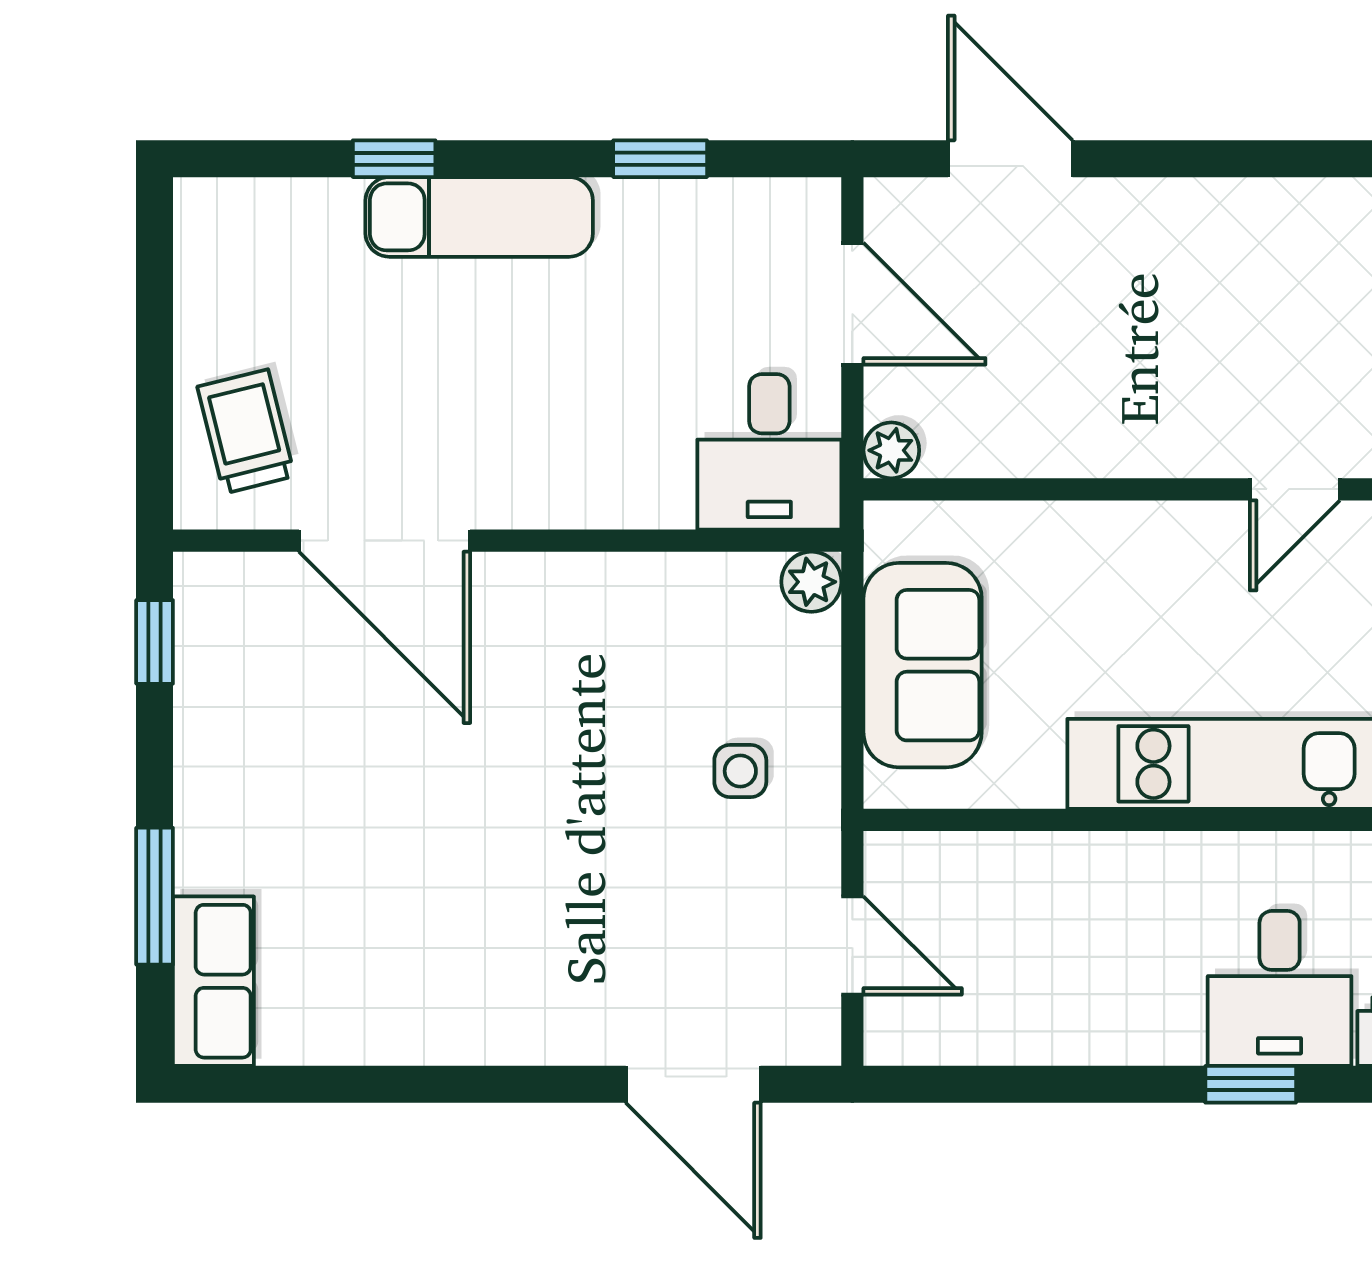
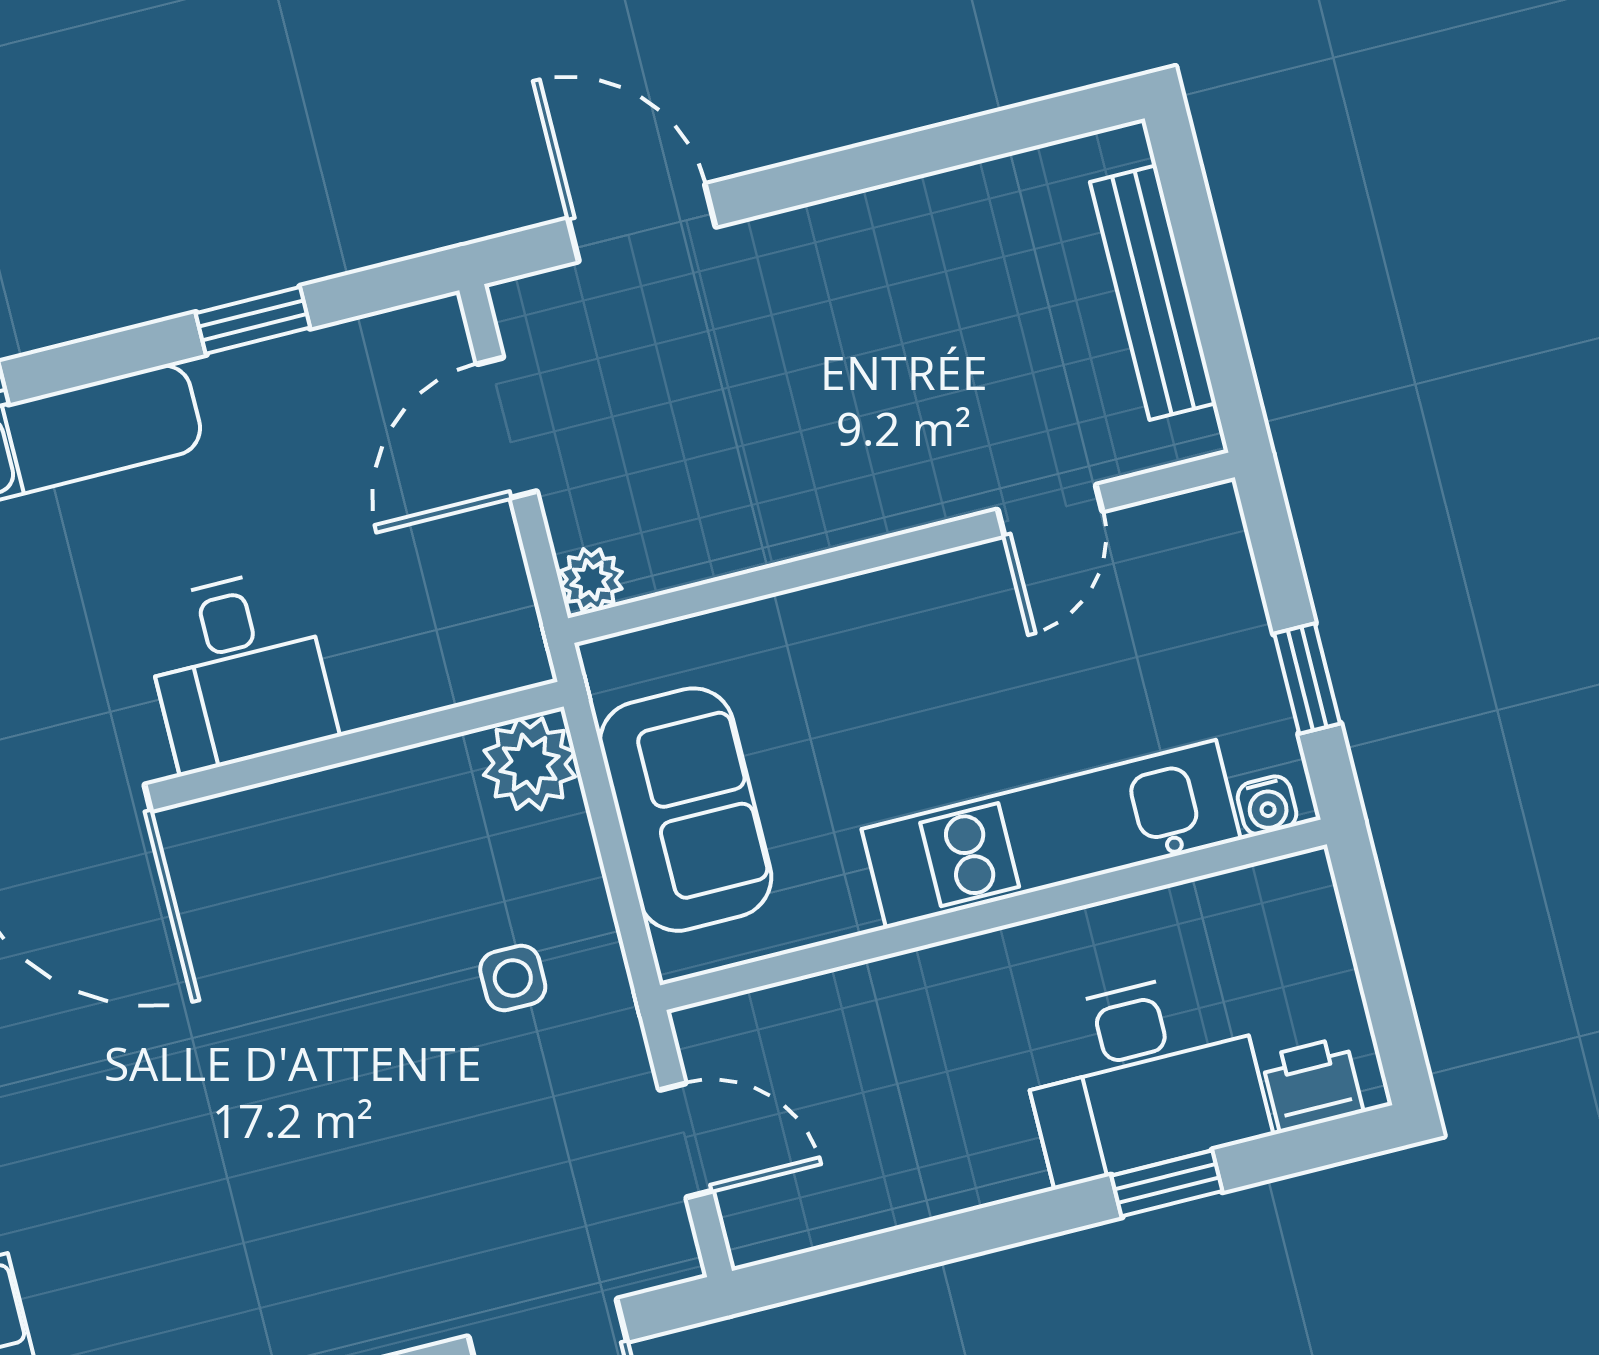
door: (852, 304) -> (507, 428), swing flipped
desk: (769, 452) -> (239, 670), moved
plant: (811, 582) -> (530, 764), width x1.38, depth x1.38
desk: (1280, 988) -> (1142, 1076), width x1.37

